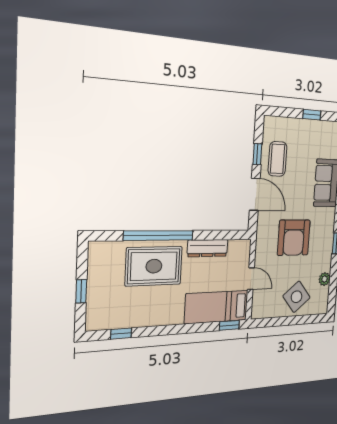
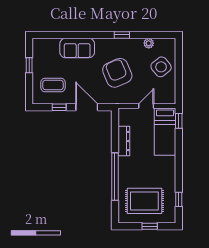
coffee table: (277, 159) -> (53, 85), moved
door: (255, 194) -> (87, 107), hinge flipped
armchair: (294, 238) -> (117, 73), turned -113
rug: (154, 266) -> (144, 201), moved, turned 90

